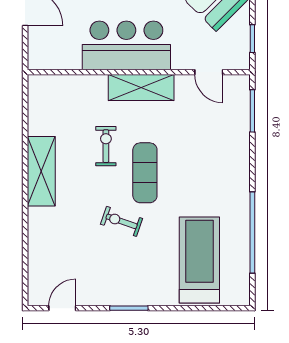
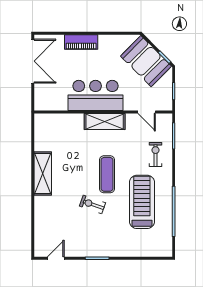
exercise bike: (106, 146) -> (155, 154), moved
treadmill: (199, 260) -> (142, 202), moved

